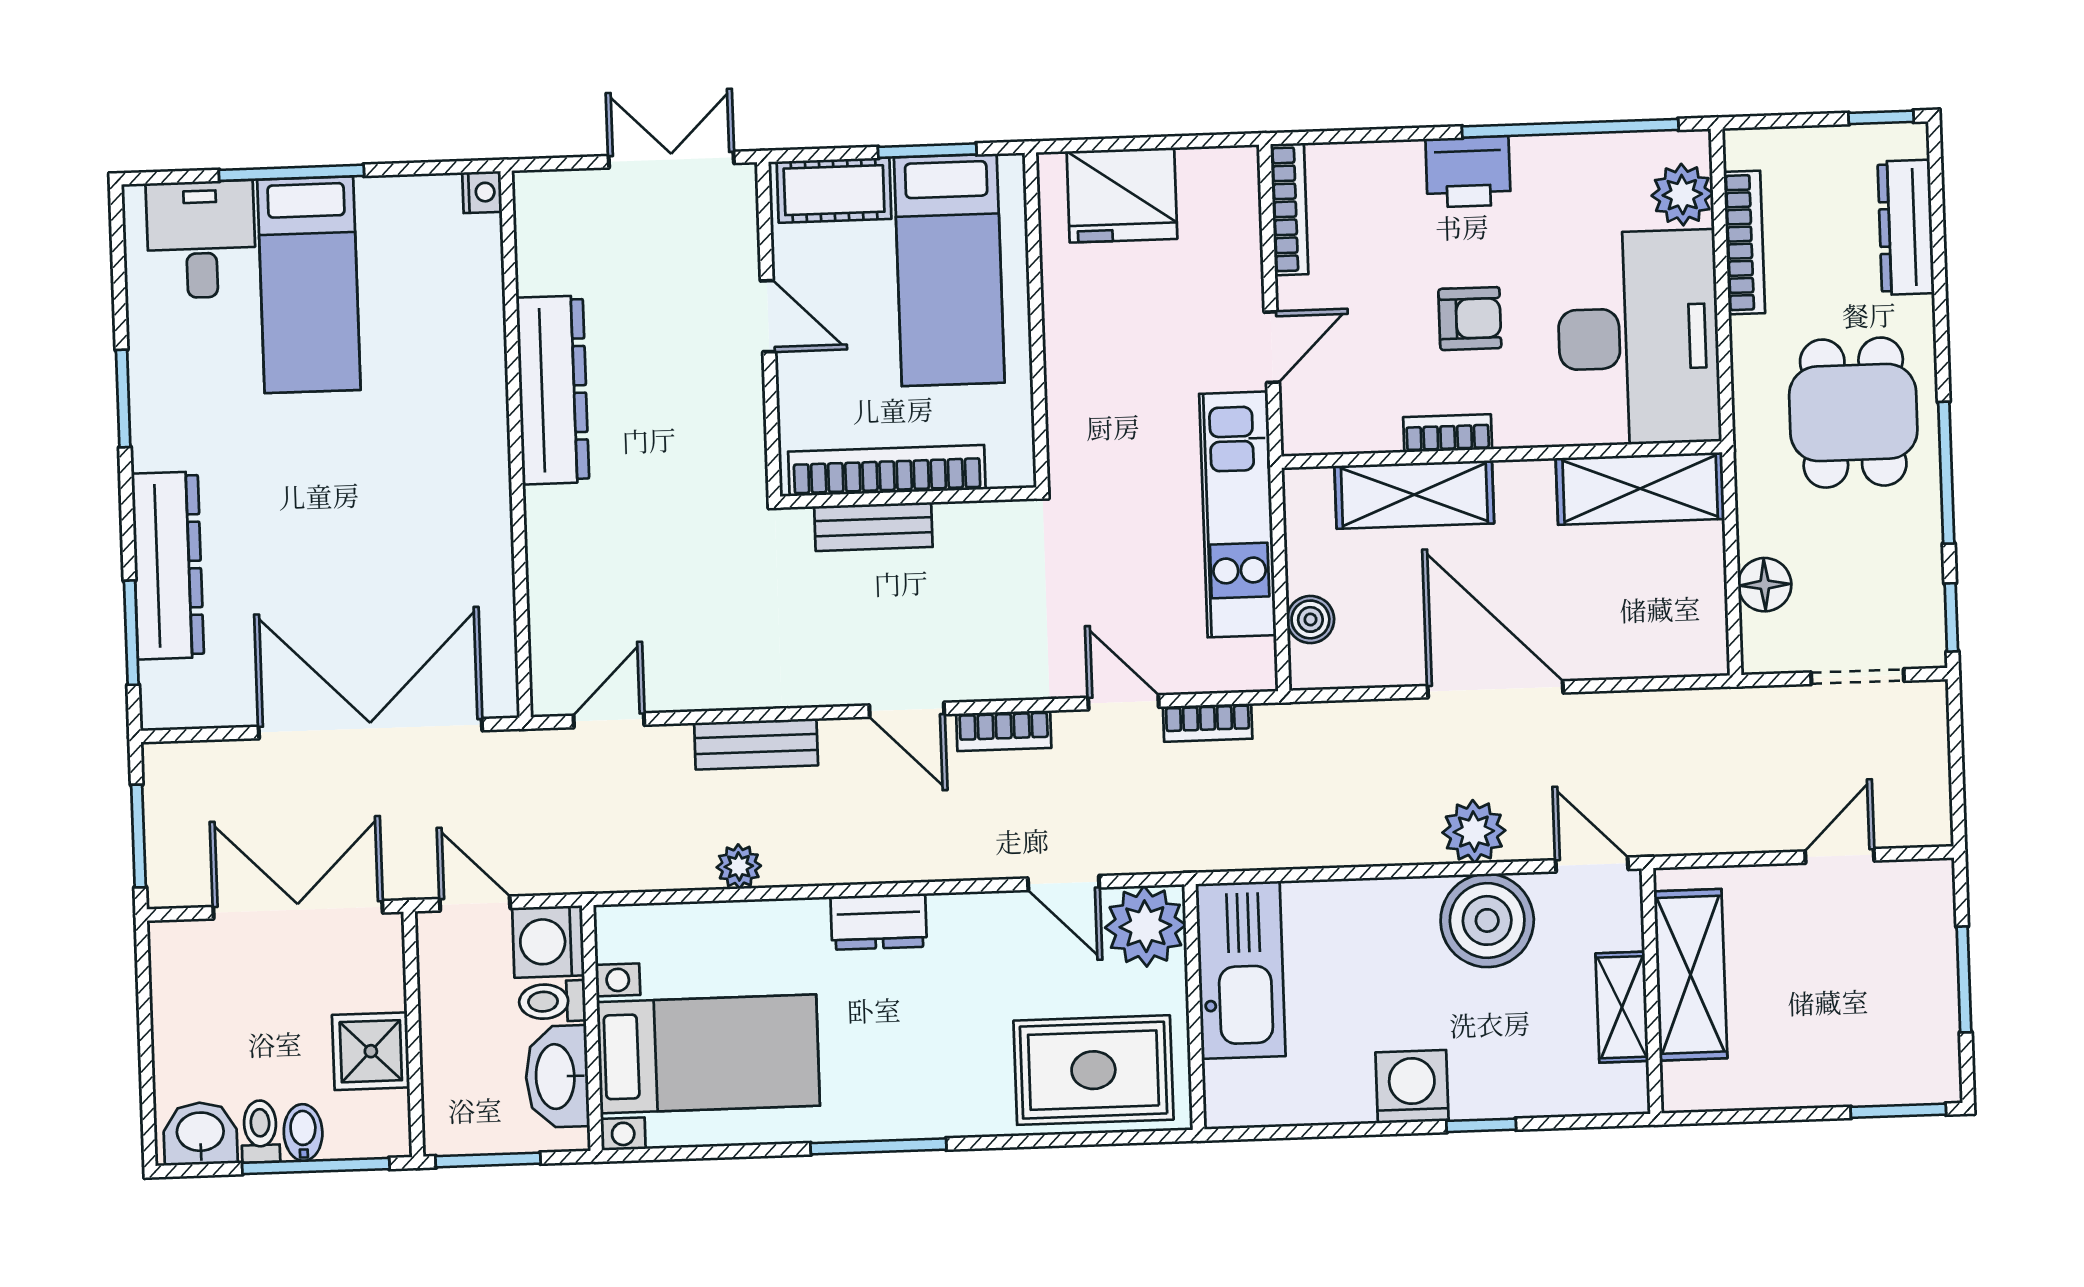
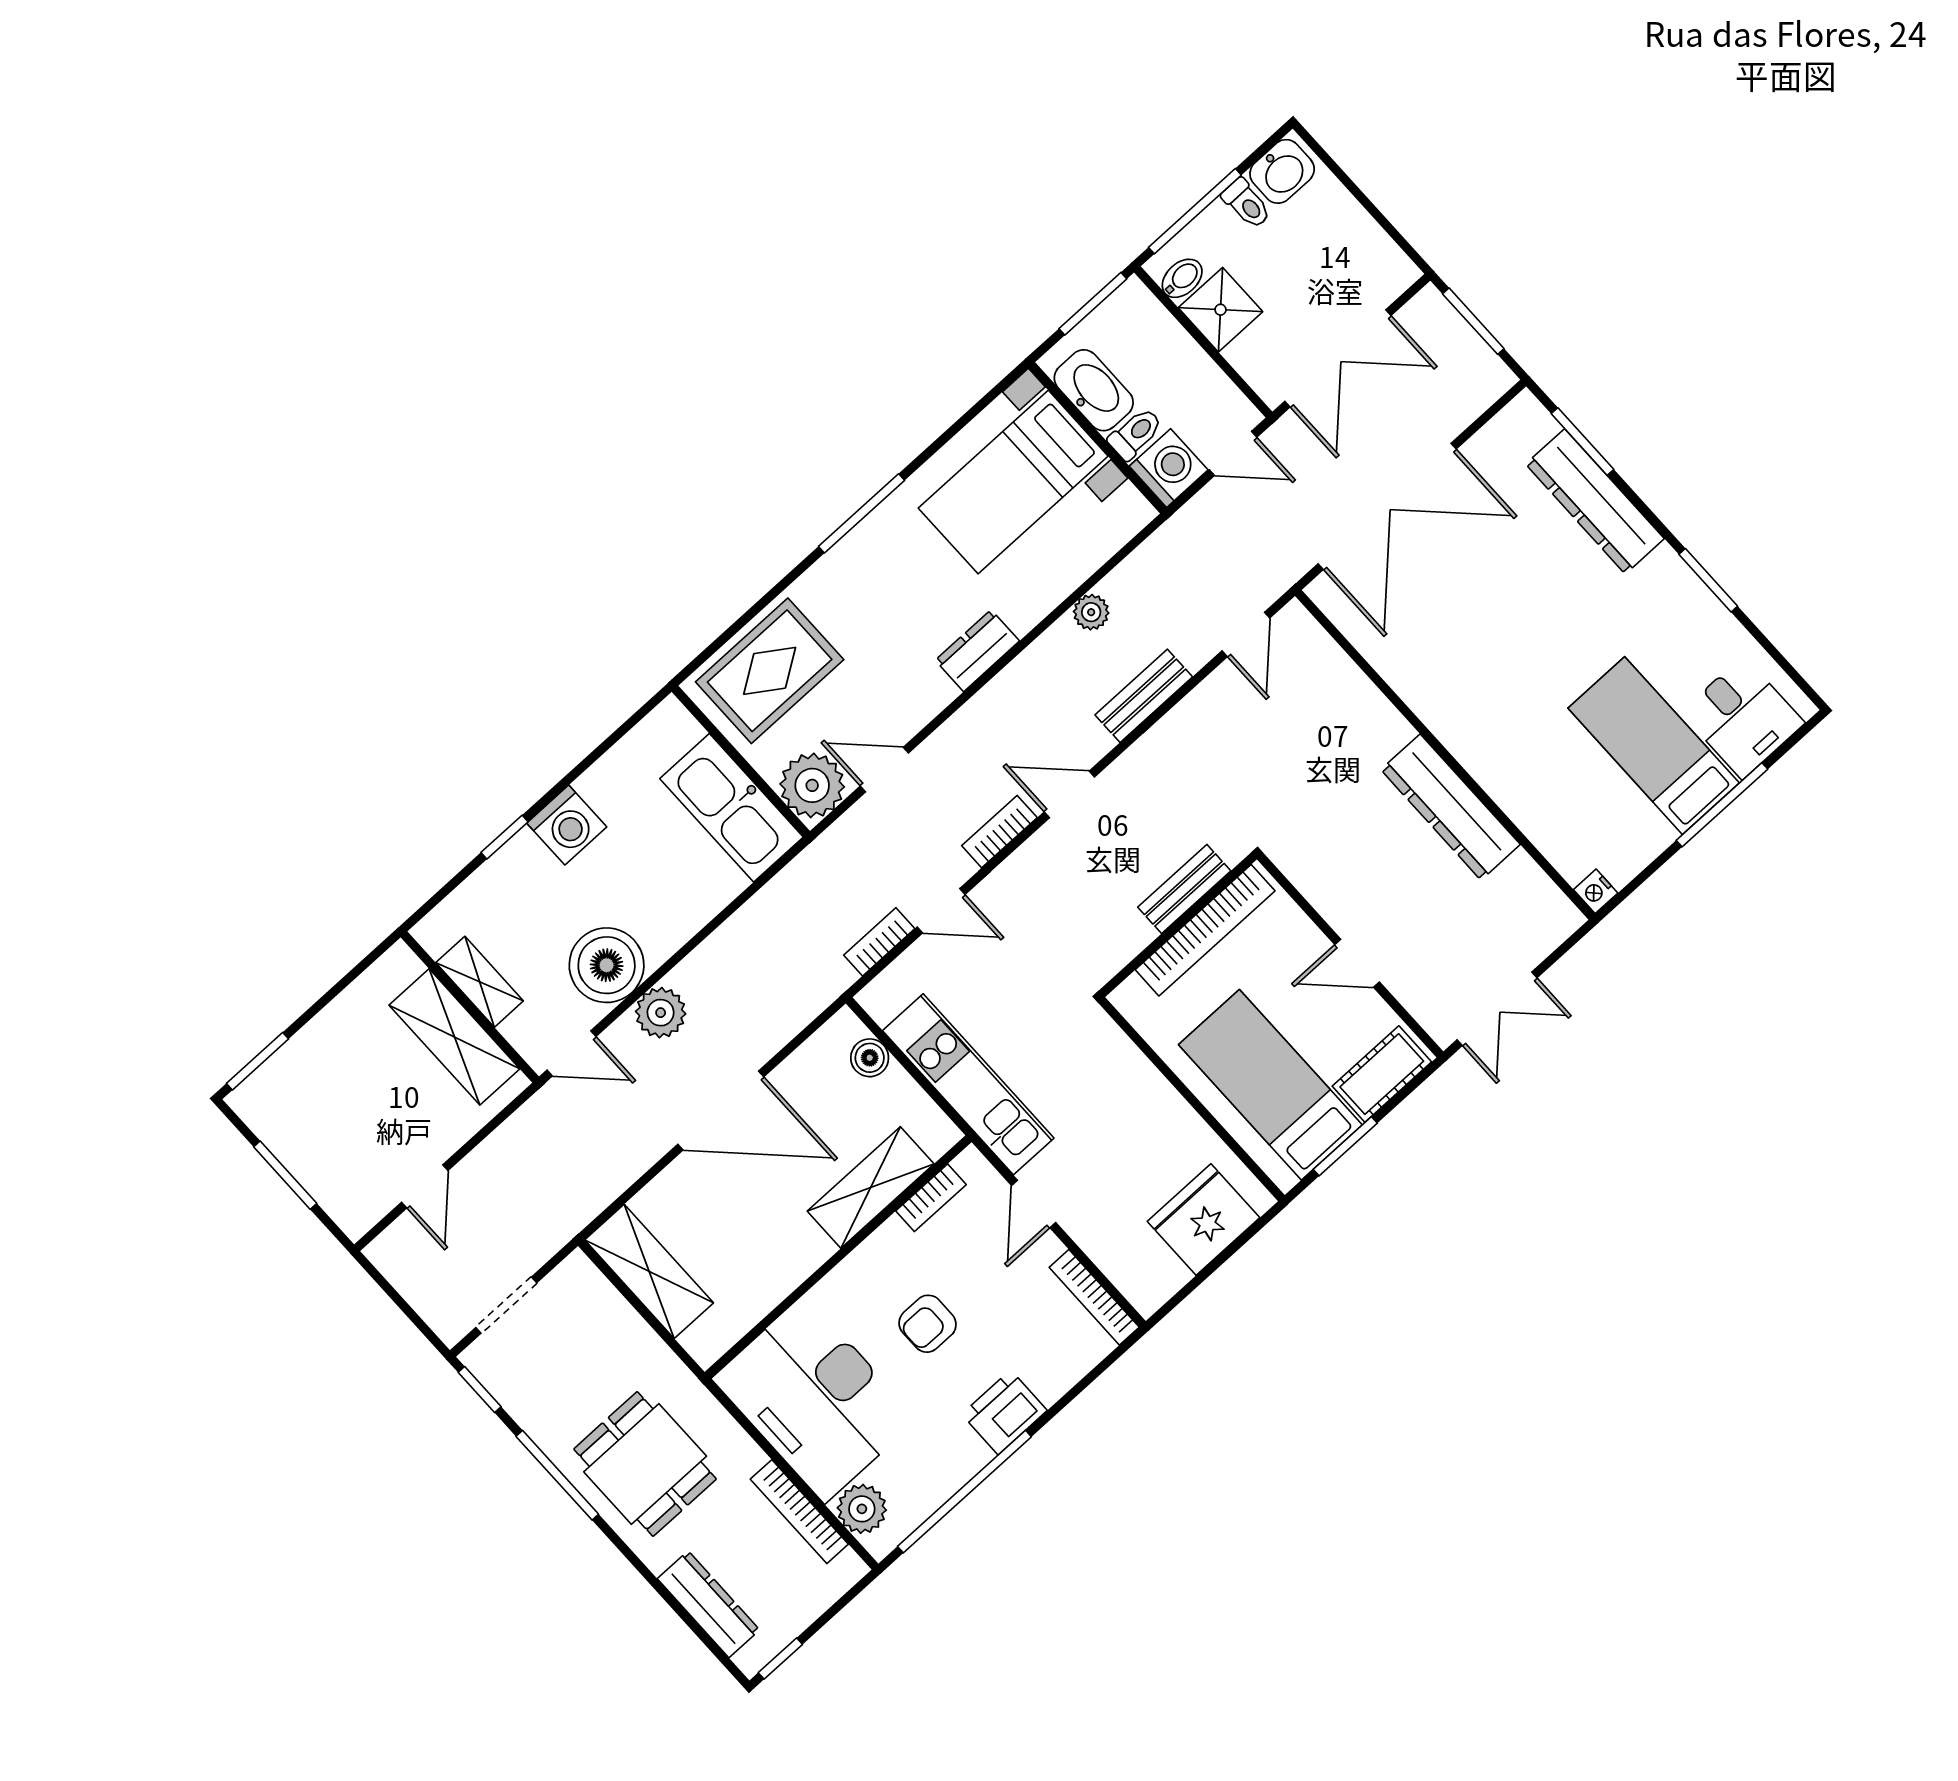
bookcase: (1448, 433) -> (931, 1198), moved
shelving: (1640, 489) -> (649, 1271), moved, turned 90
floor lamp: (1765, 585) -> (610, 1313), removed
bidet: (303, 1132) -> (1182, 278), moved, turned -90

